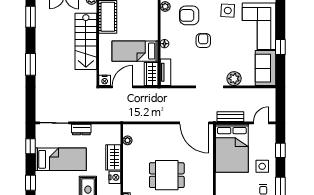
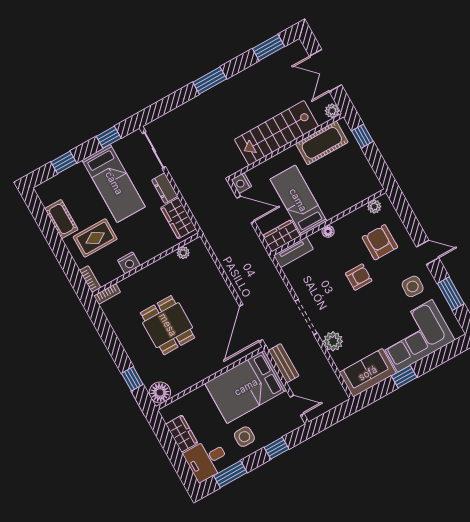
wardrobe: (113, 157) -> (178, 218), moved, turned -90

